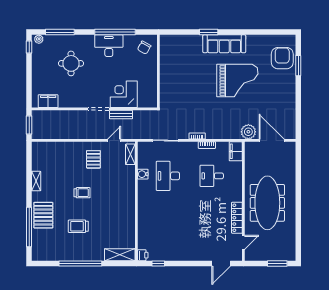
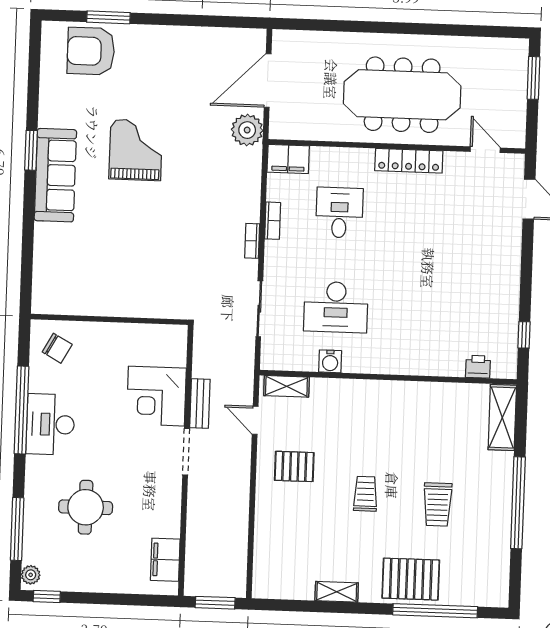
window: (209, 32) -> (31, 150), moved
grand piano: (237, 81) -> (136, 150), width x0.73, depth x0.68
desk: (212, 176) -> (339, 213), turned 180
locker: (237, 218) -> (409, 161), moved
printer: (143, 255) -> (478, 367), moved

